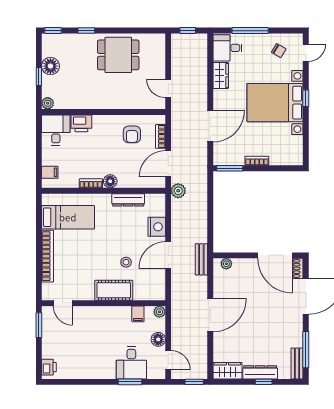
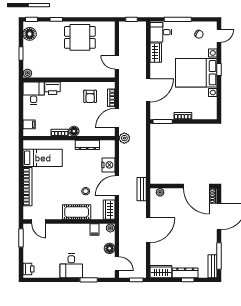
floor lamp: (50, 66) -> (30, 34), moved
wardrobe: (158, 287) -> (109, 210), added
desk: (131, 363) -> (71, 266), moved

